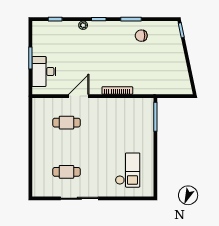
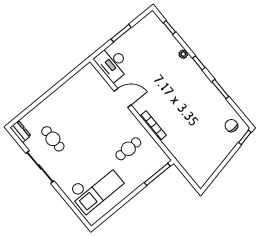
chair: (141, 36) -> (231, 126), moved
desk: (44, 72) -> (113, 63), moved, turned -90
cafe table: (66, 123) -> (128, 149), moved, turned 90
checkout: (128, 170) -> (95, 187), width x1.36, depth x1.21
dresser: (42, 191) -> (20, 132), added

